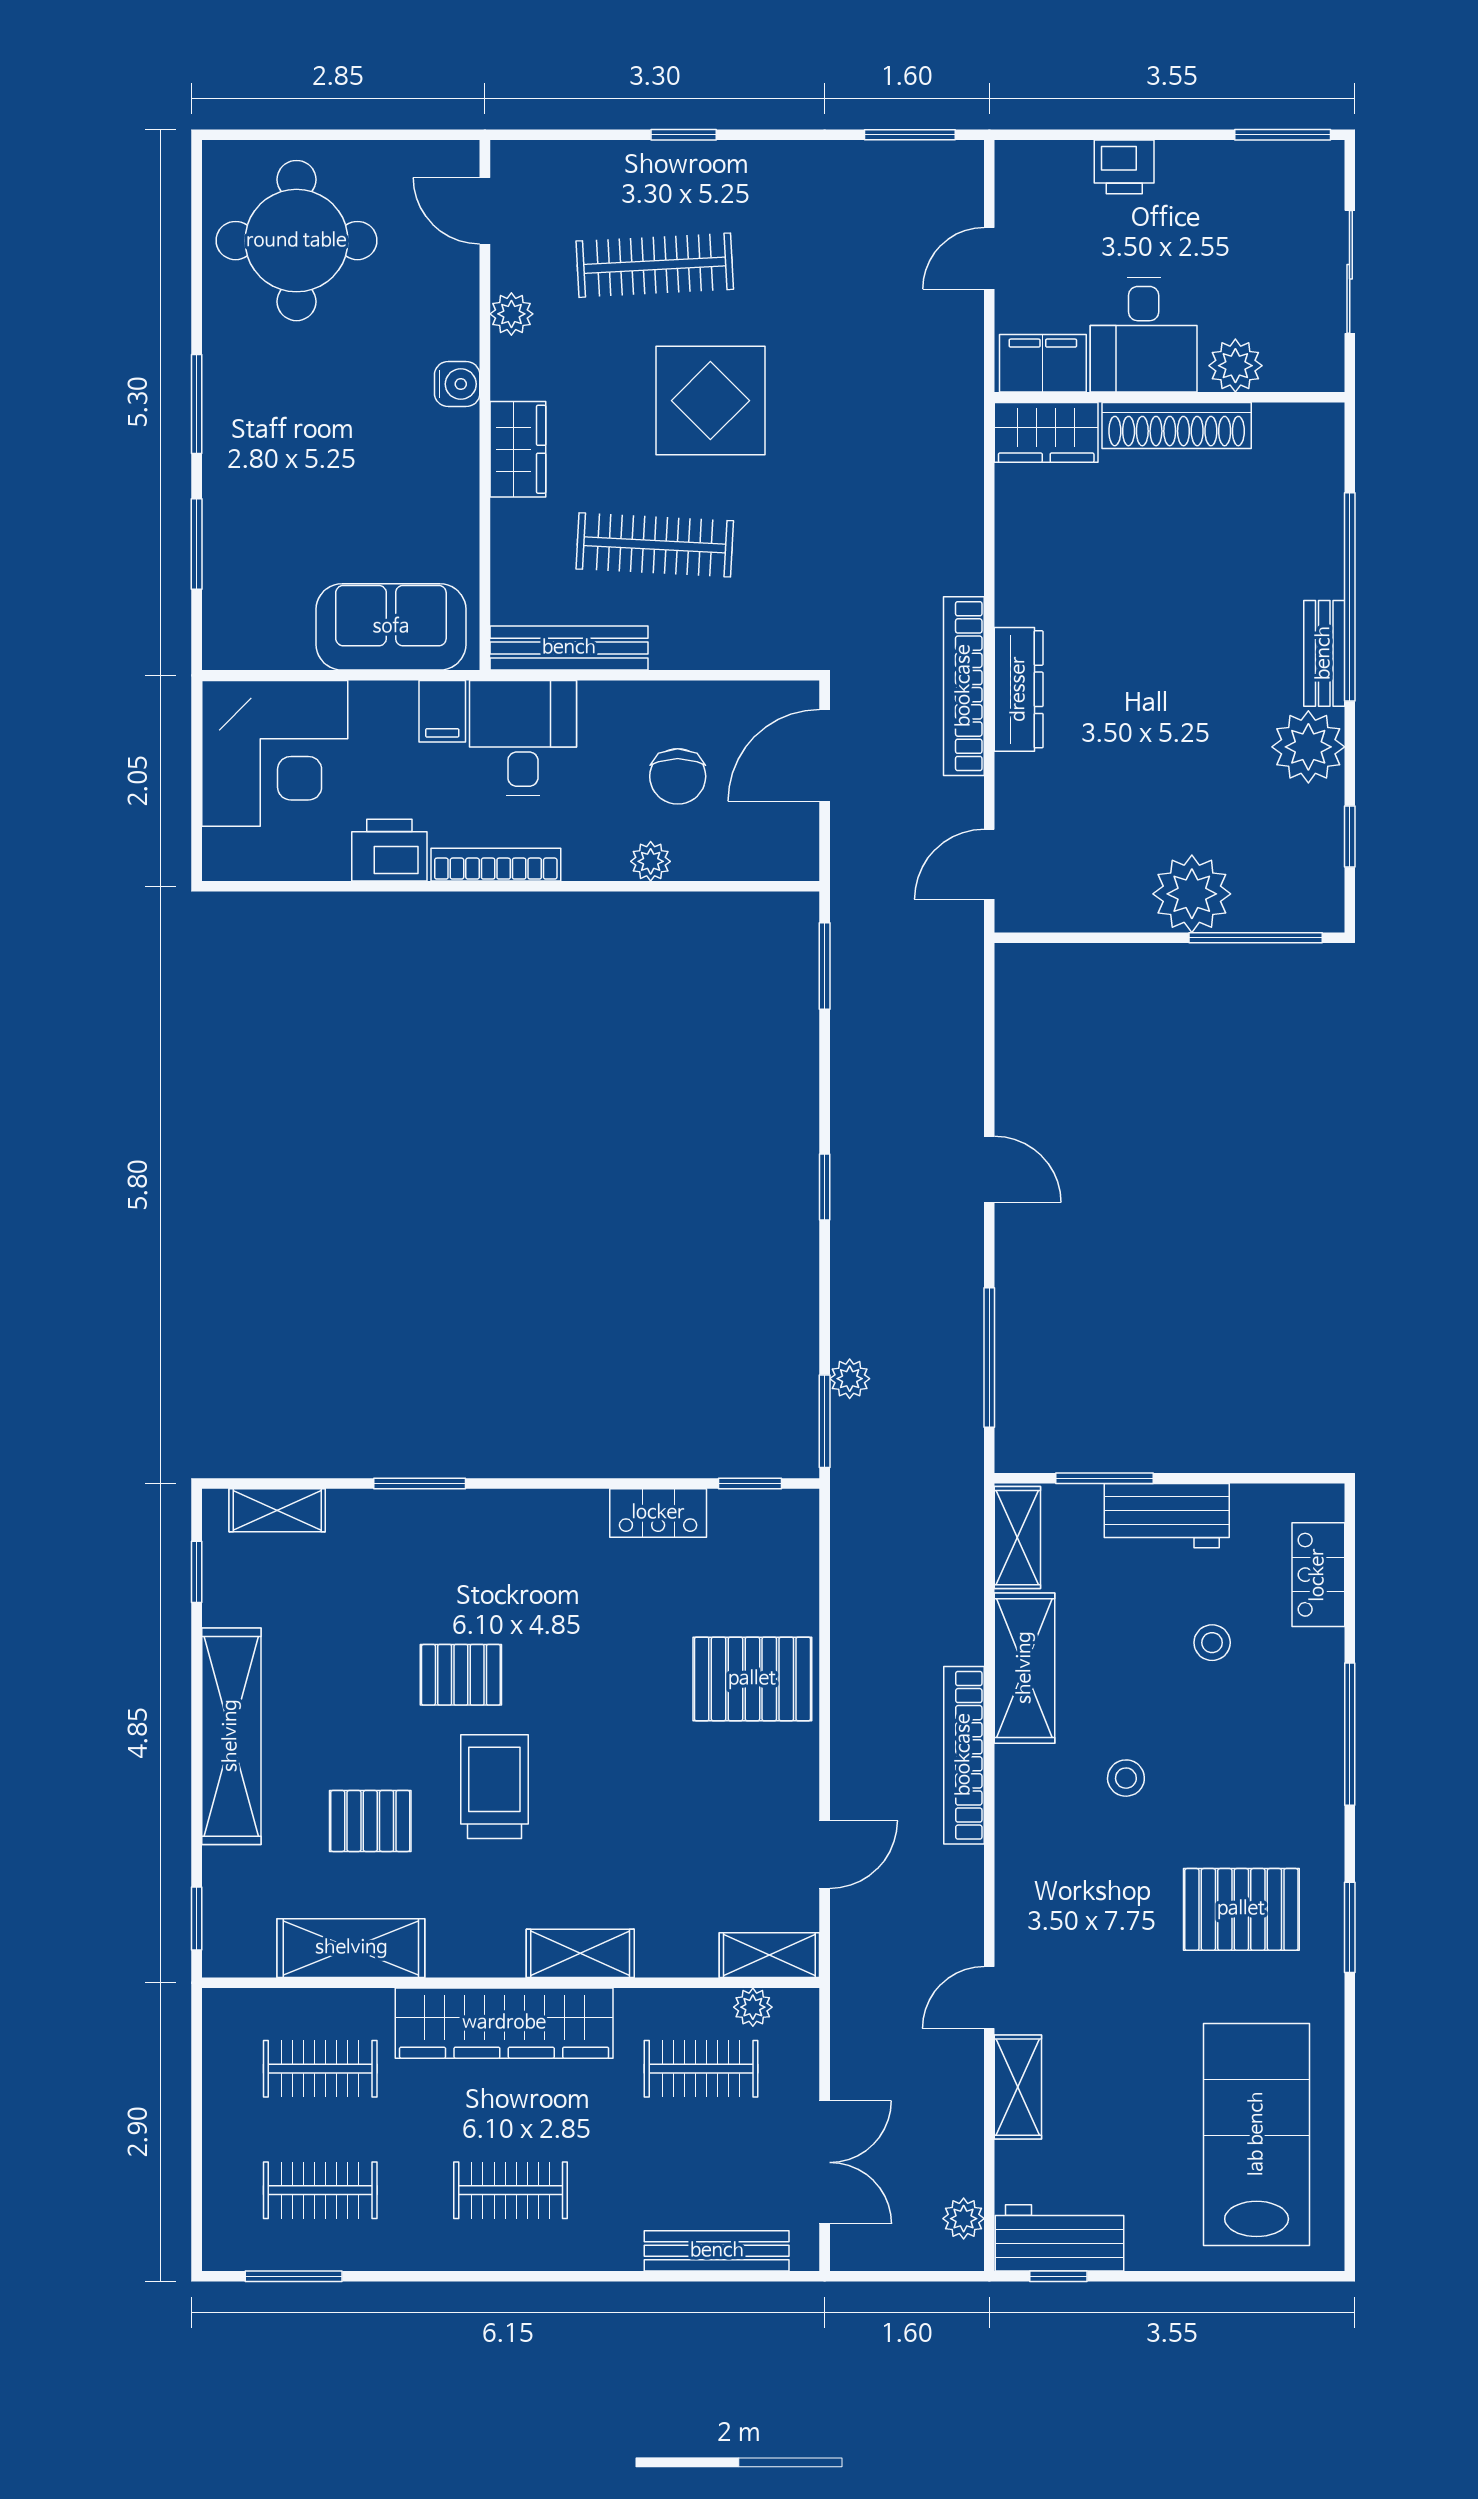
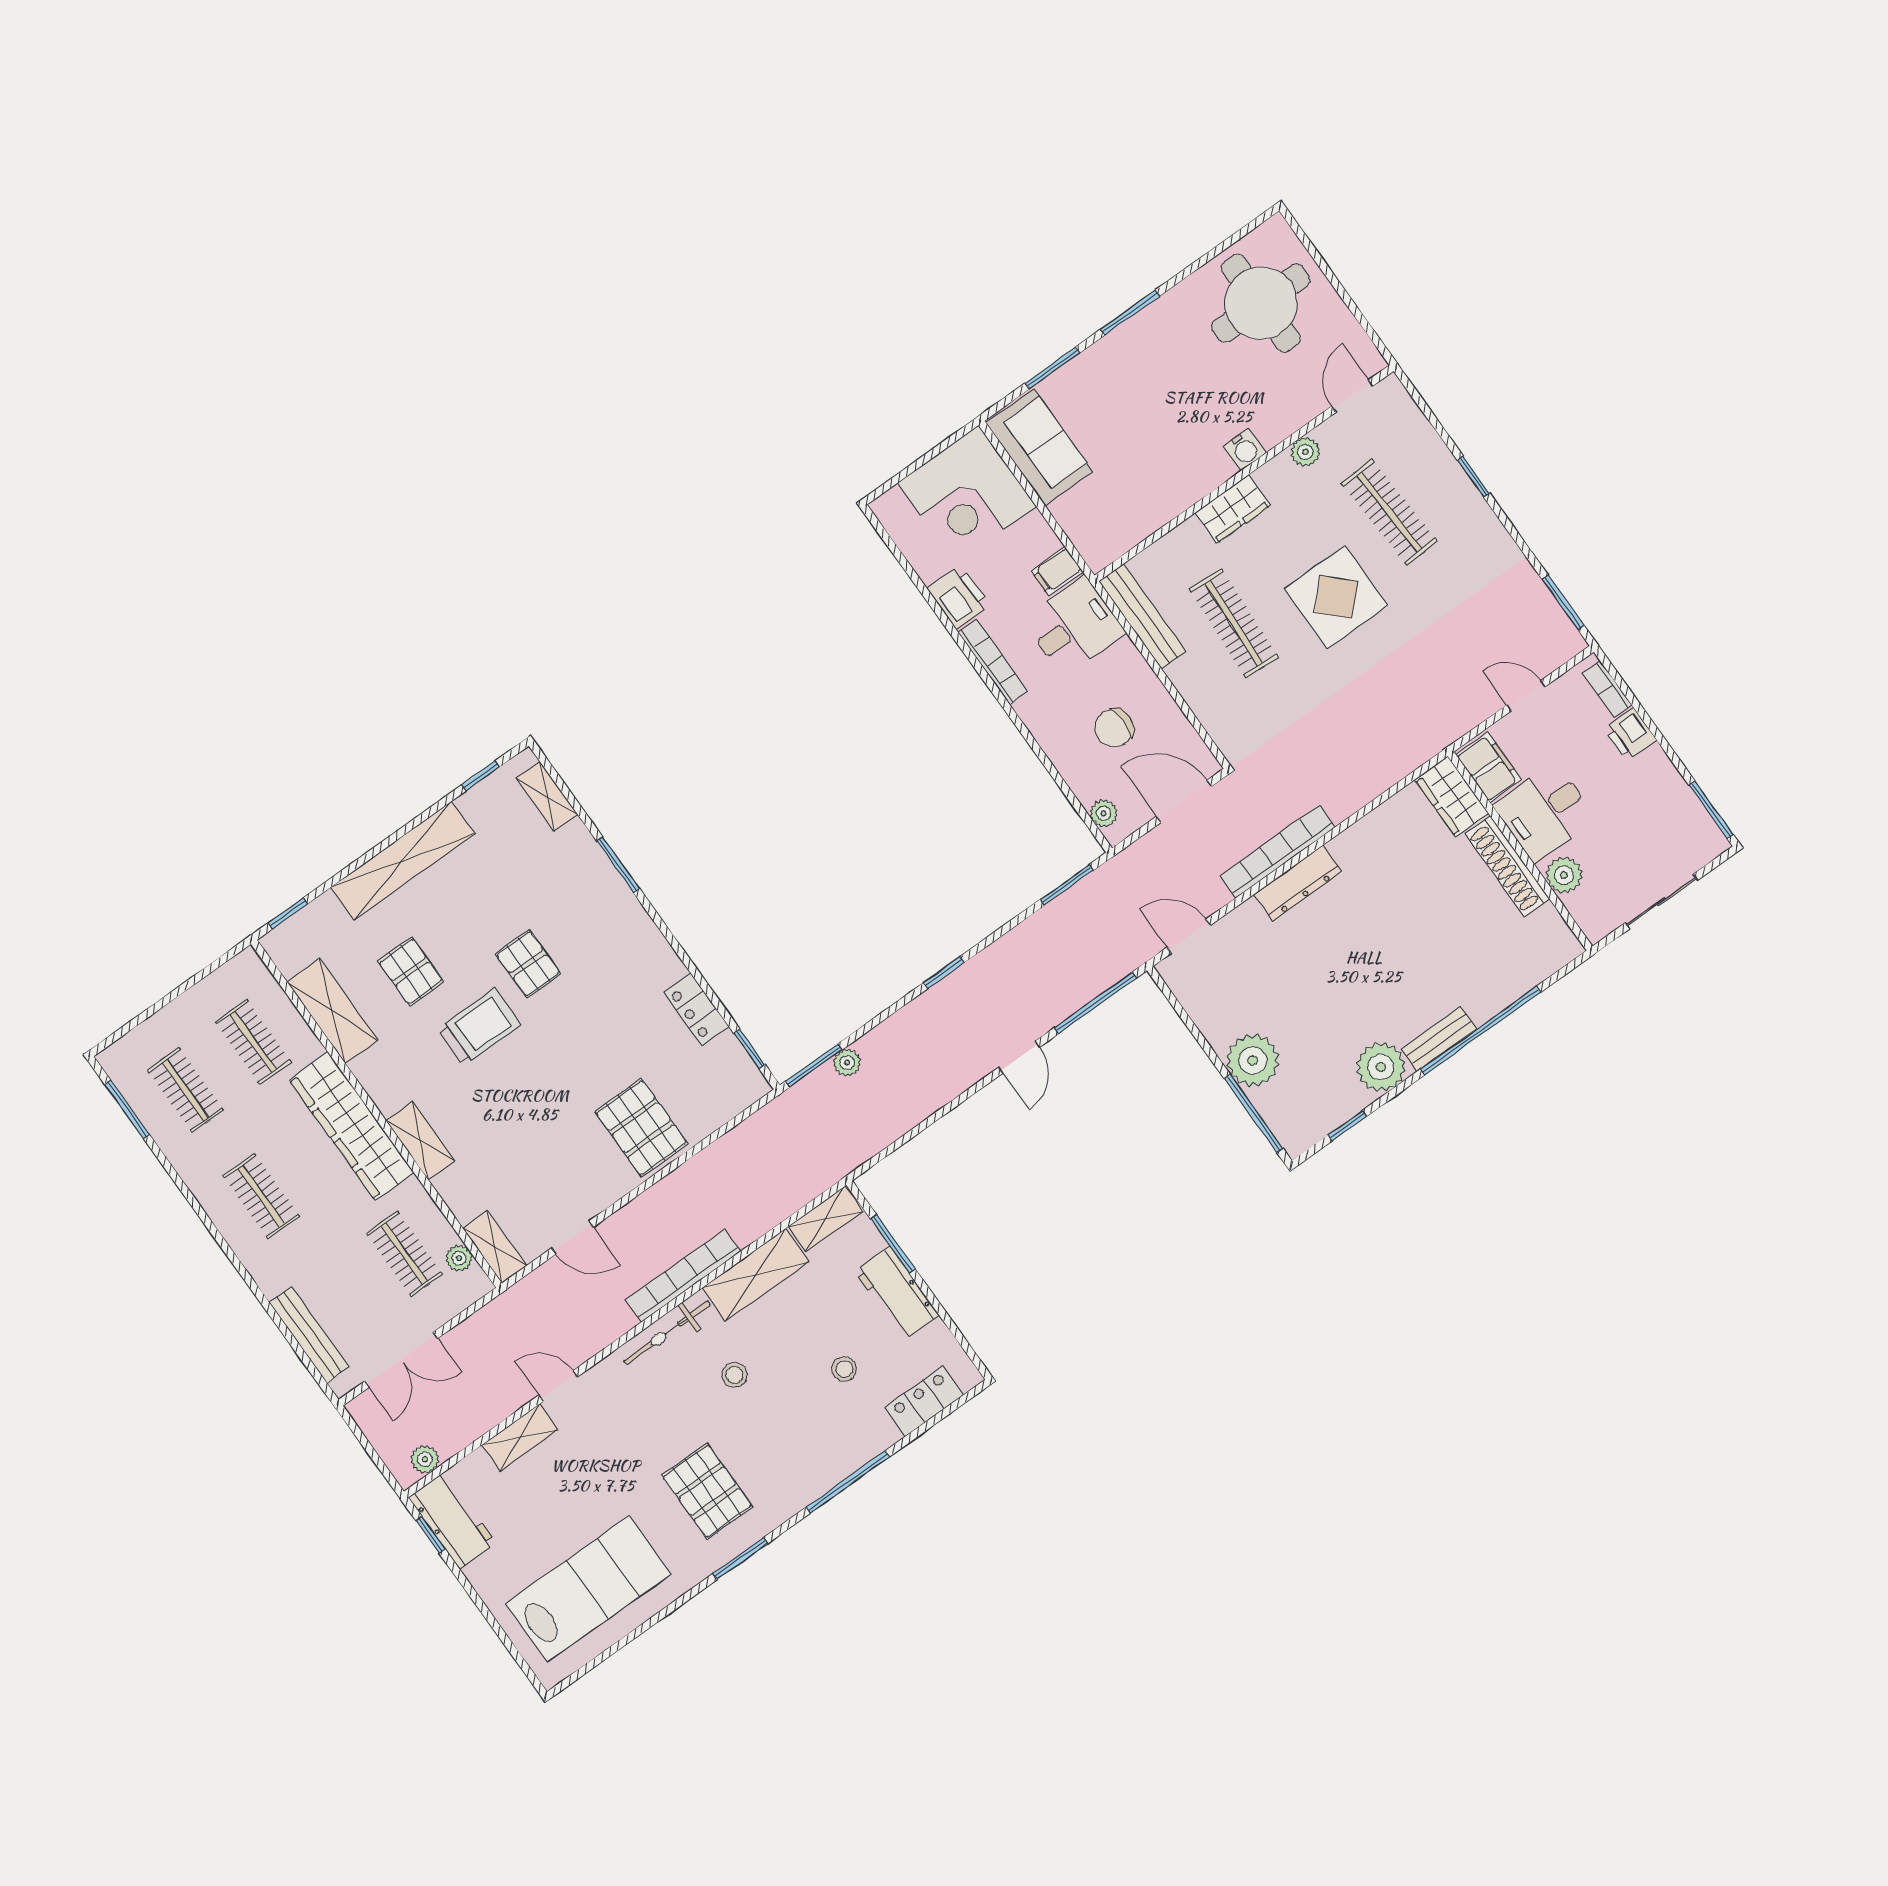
bookcase: (1050, 156) -> (1607, 689), added
sofa: (391, 627) -> (1039, 447), moved
plant: (651, 861) -> (1104, 813), moved
window: (989, 1358) -> (1095, 1003), moved
bicycle: (1018, 1823) -> (667, 1333), added

